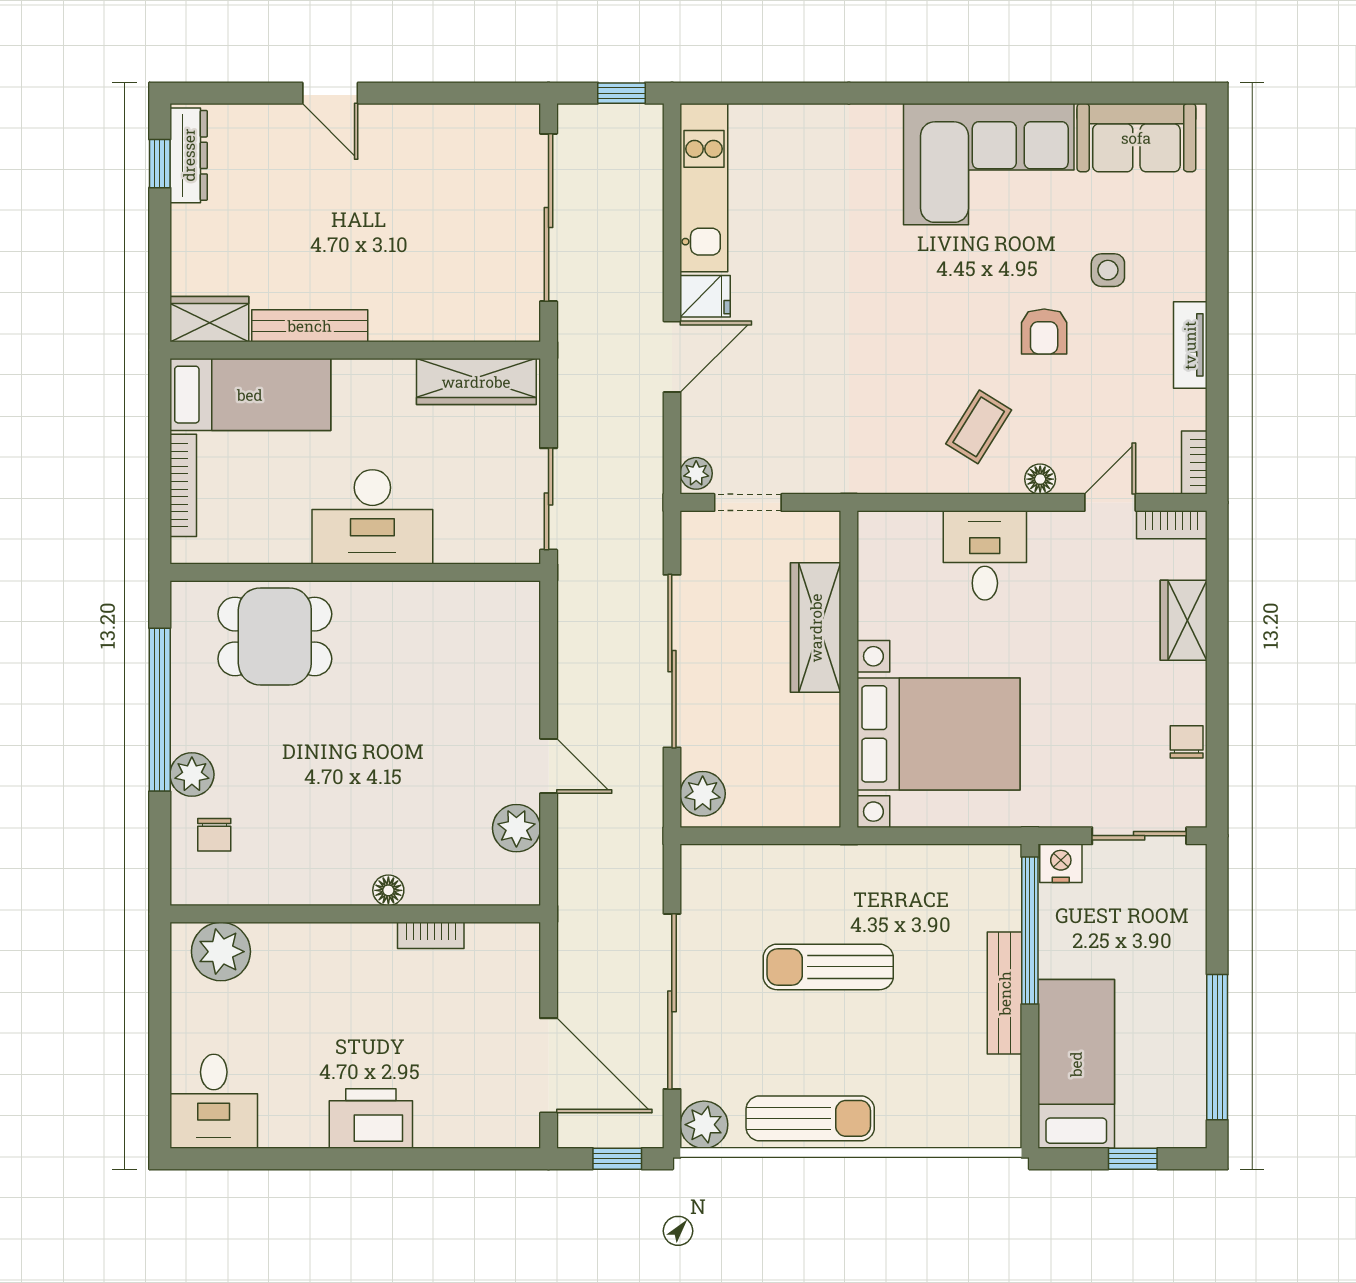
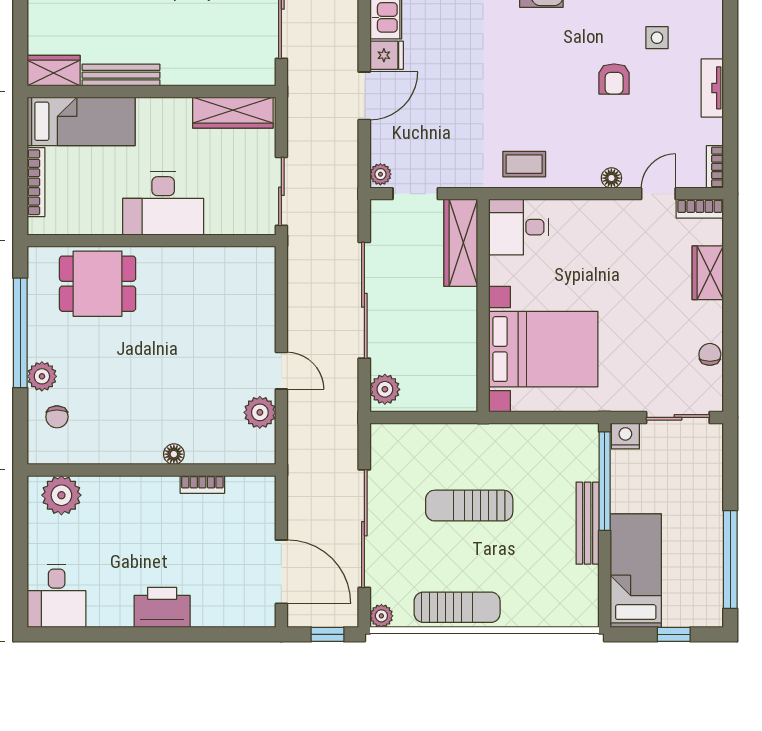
coffee table: (979, 427) -> (524, 164), moved, turned 58
desk: (985, 555) -> (519, 227), moved, turned -90
wardrobe: (816, 628) -> (461, 243), moved
plant: (704, 1125) -> (381, 616), width x0.73, depth x0.73

